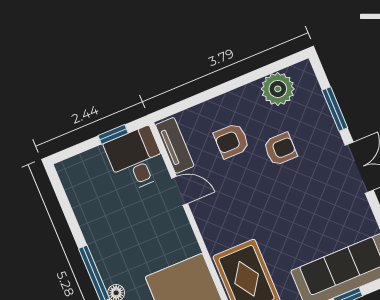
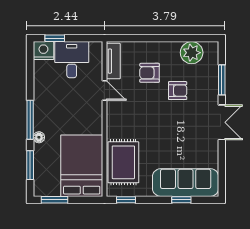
window: (113, 134) -> (55, 38), moved
desk: (136, 159) -> (72, 60), moved
nightstand: (73, 171) -> (43, 51), added

